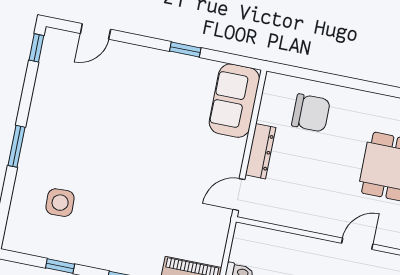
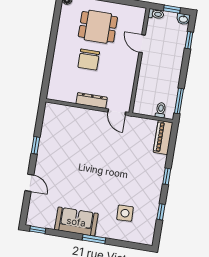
door: (95, 31) -> (29, 183), moved
sofa: (234, 101) -> (76, 222), moved, turned 180
chair: (311, 113) -> (89, 60), moved, turned 180

